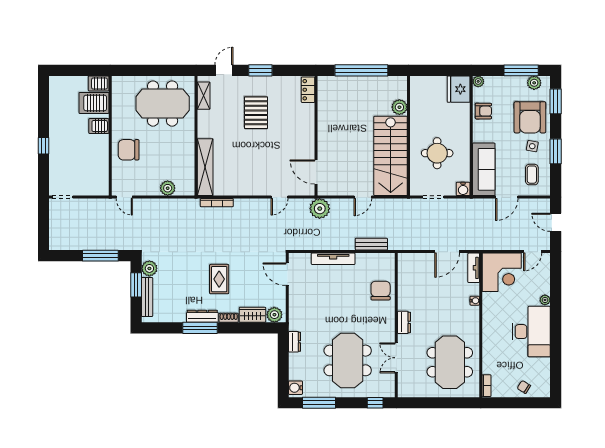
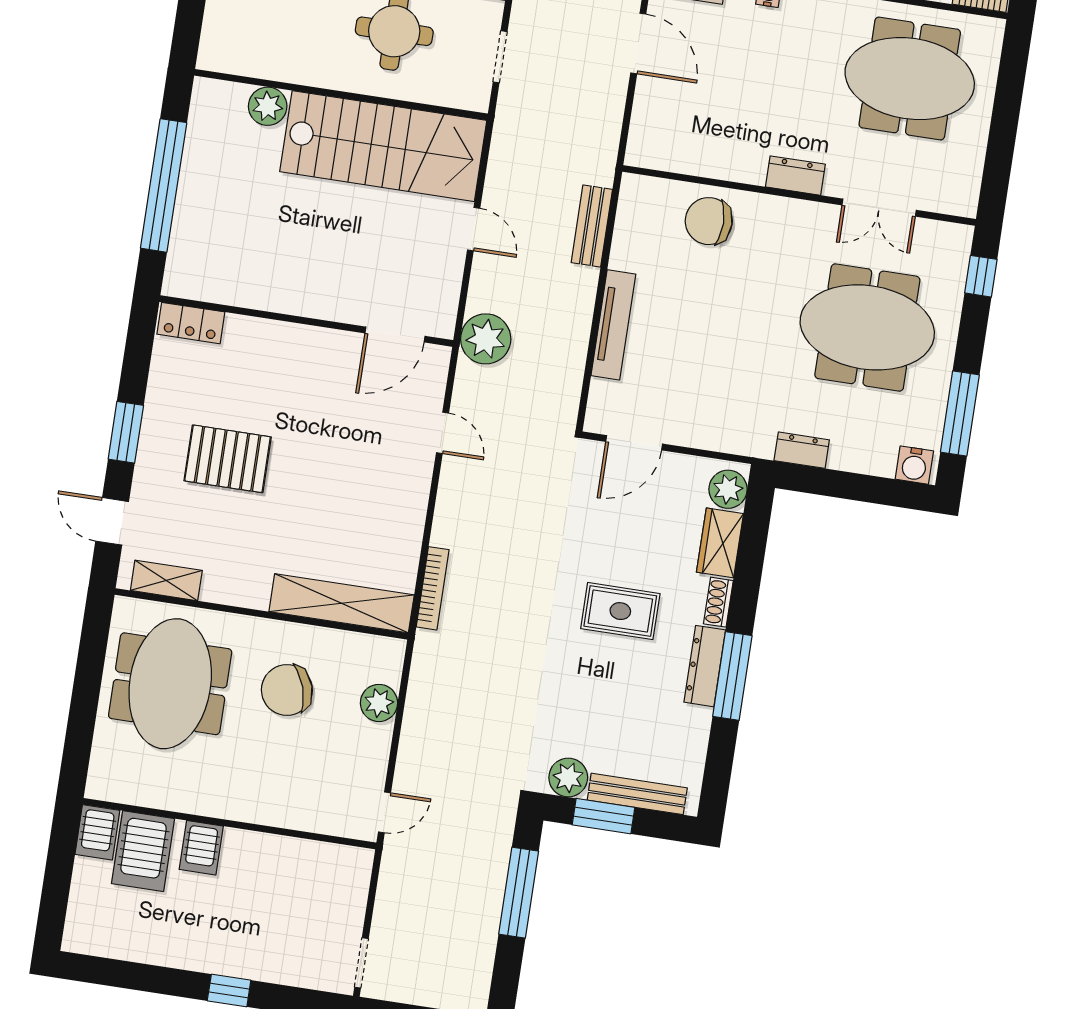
chair: (129, 150) -> (287, 690), moved, turned 72

